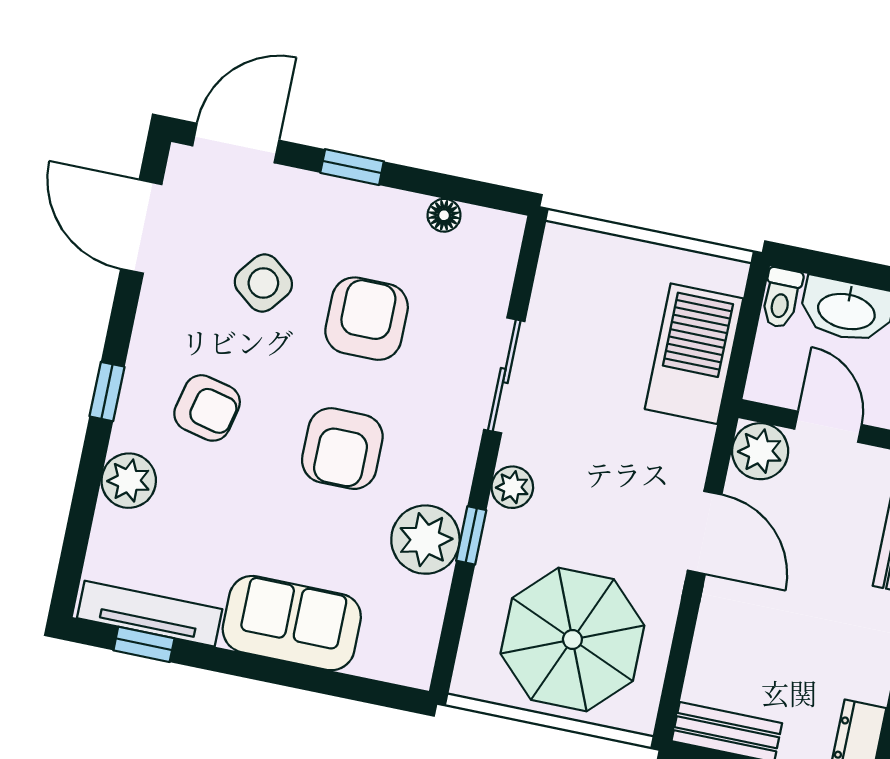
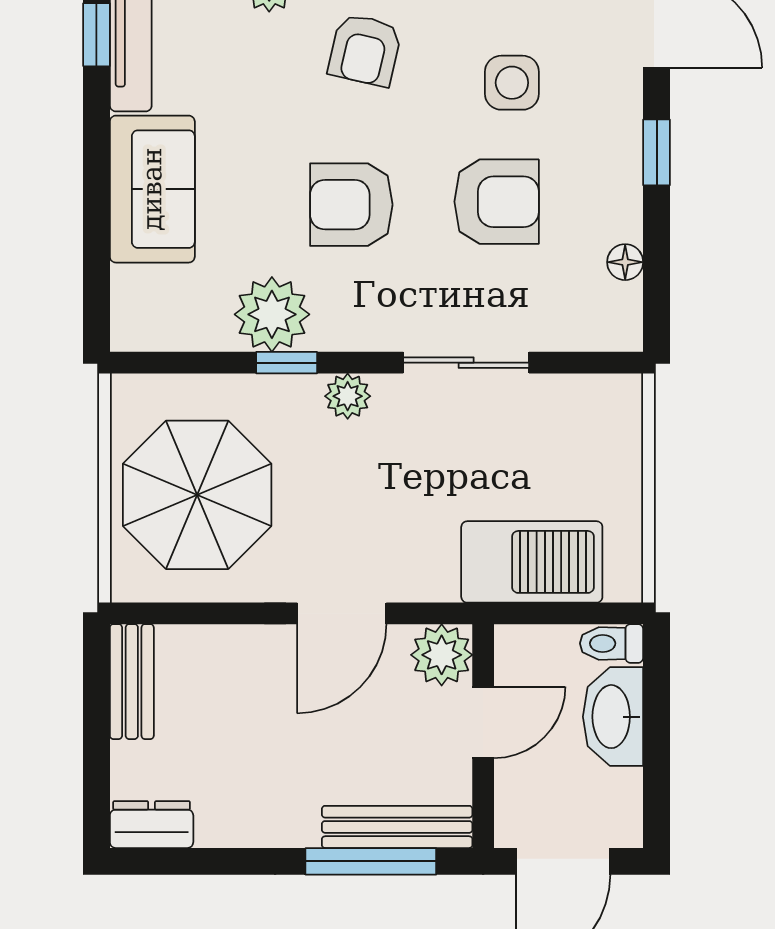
side table: (263, 283) -> (512, 83), turned -38

